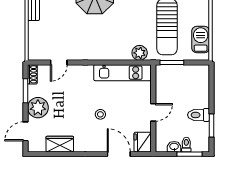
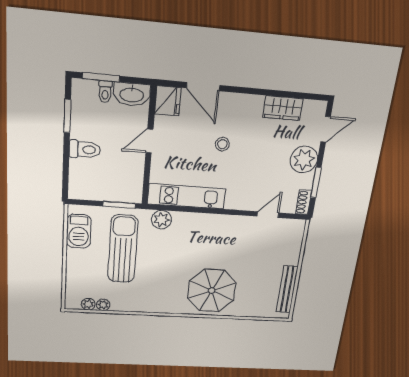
toilet: (199, 115) -> (85, 149), moved
washbasin: (174, 147) -> (132, 94), width x1.91, depth x1.45

